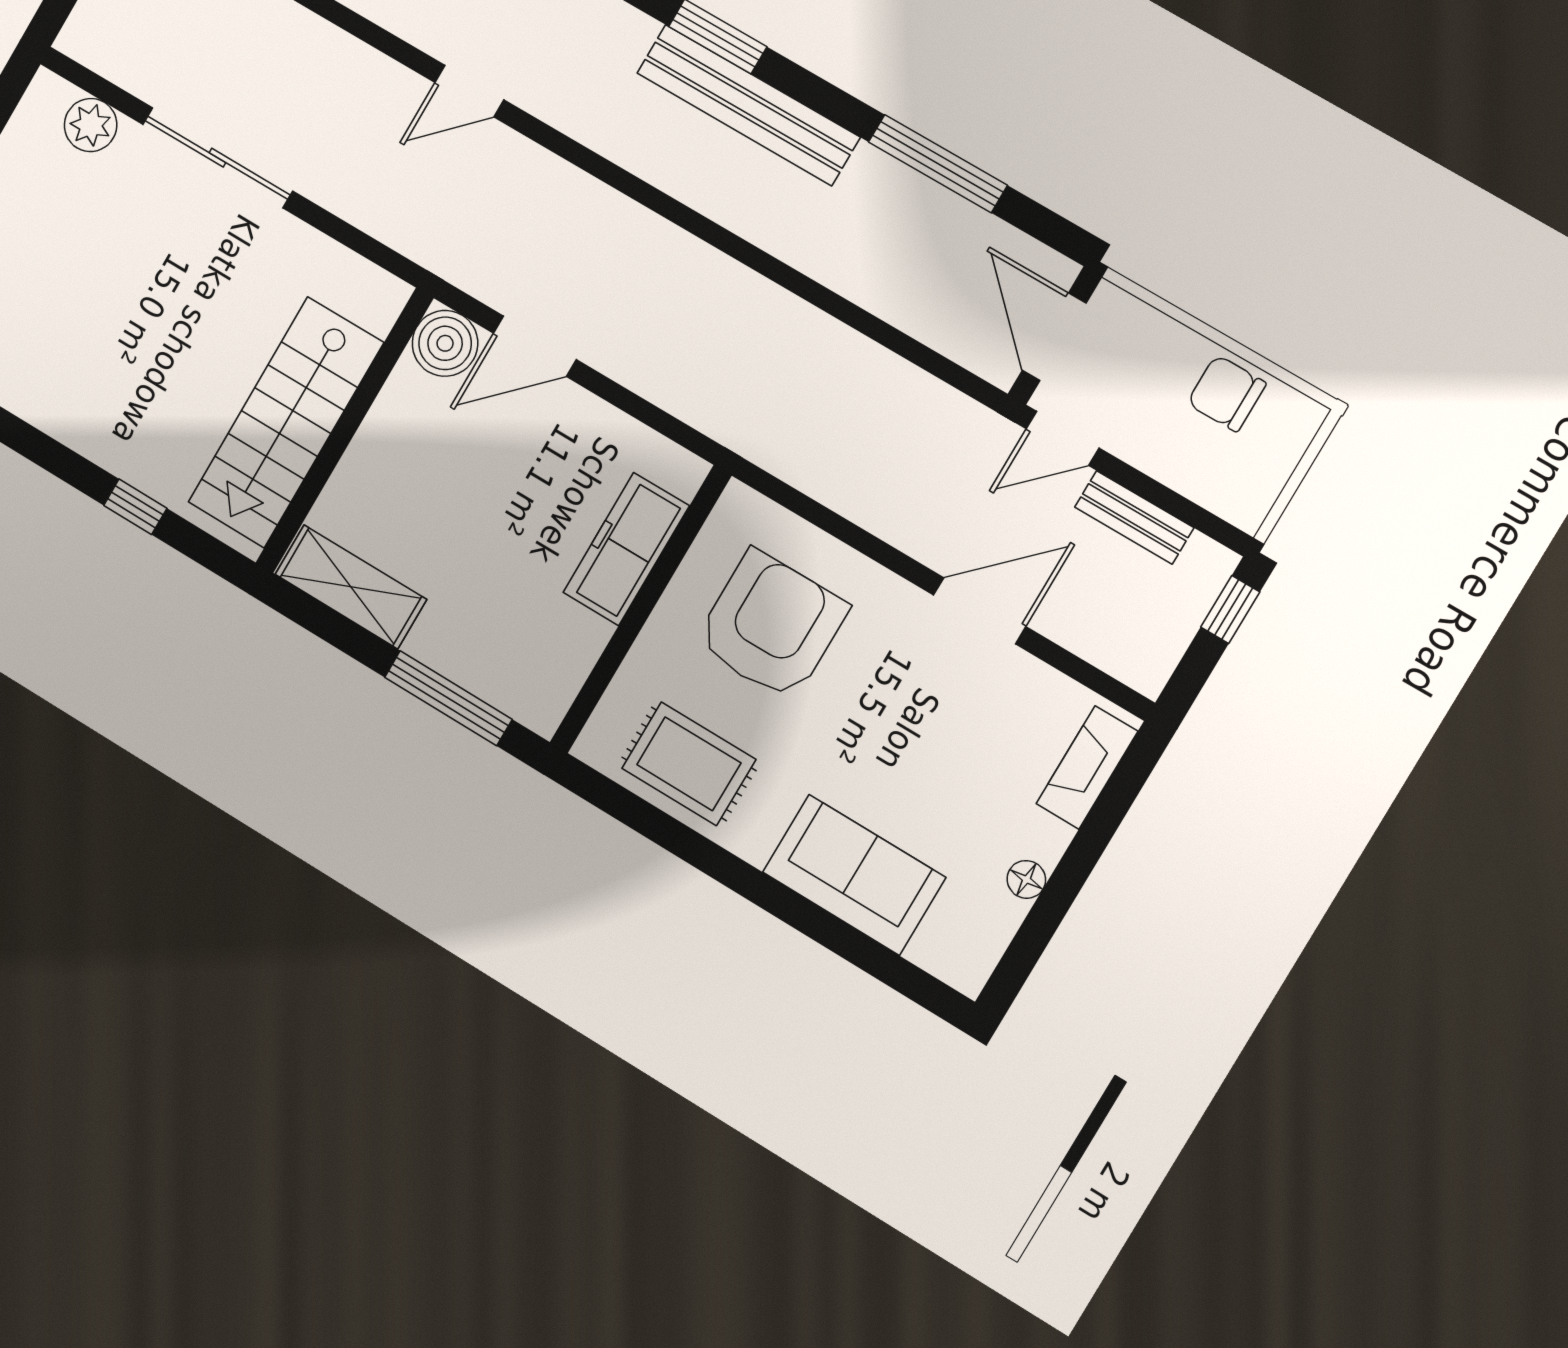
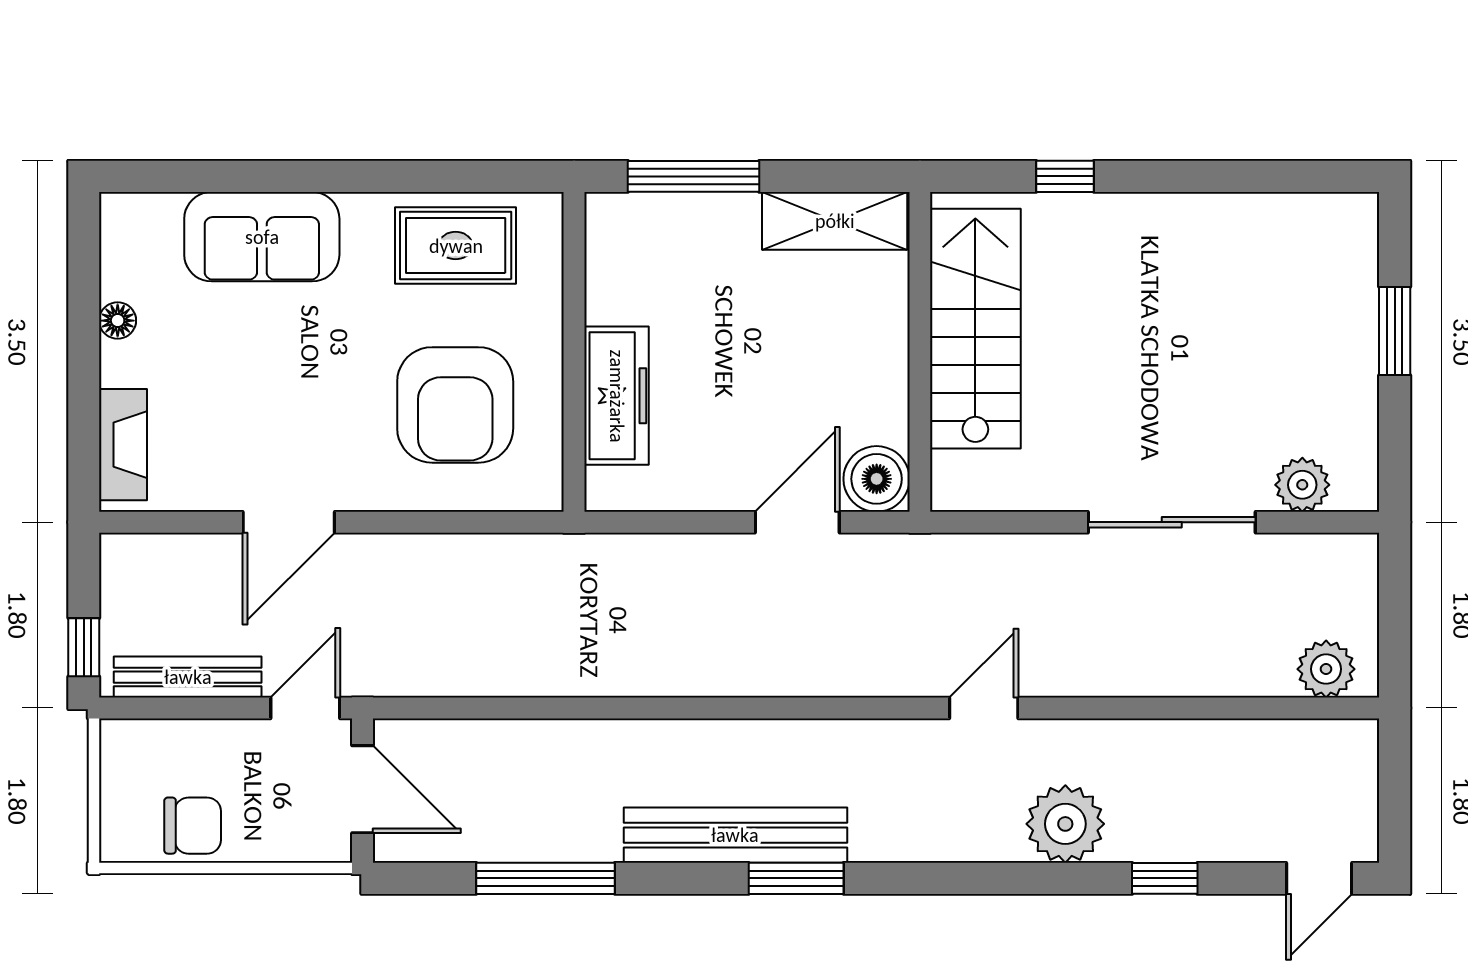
bench: (1134, 517) -> (188, 677), width x1.36

